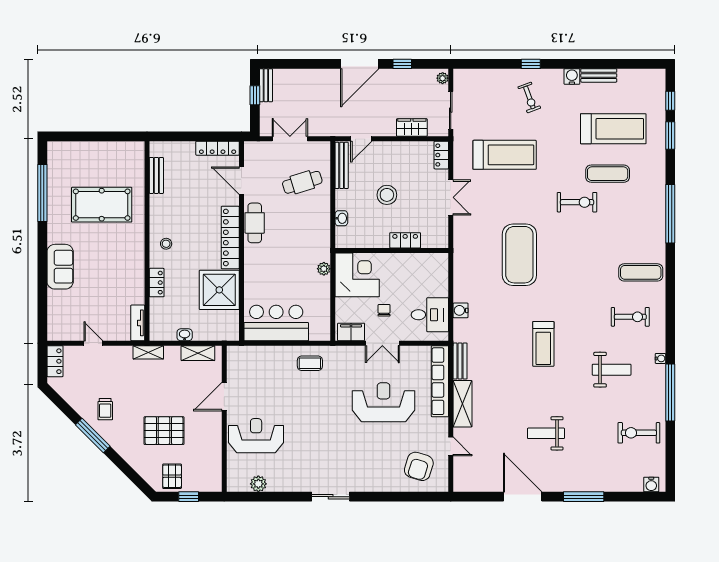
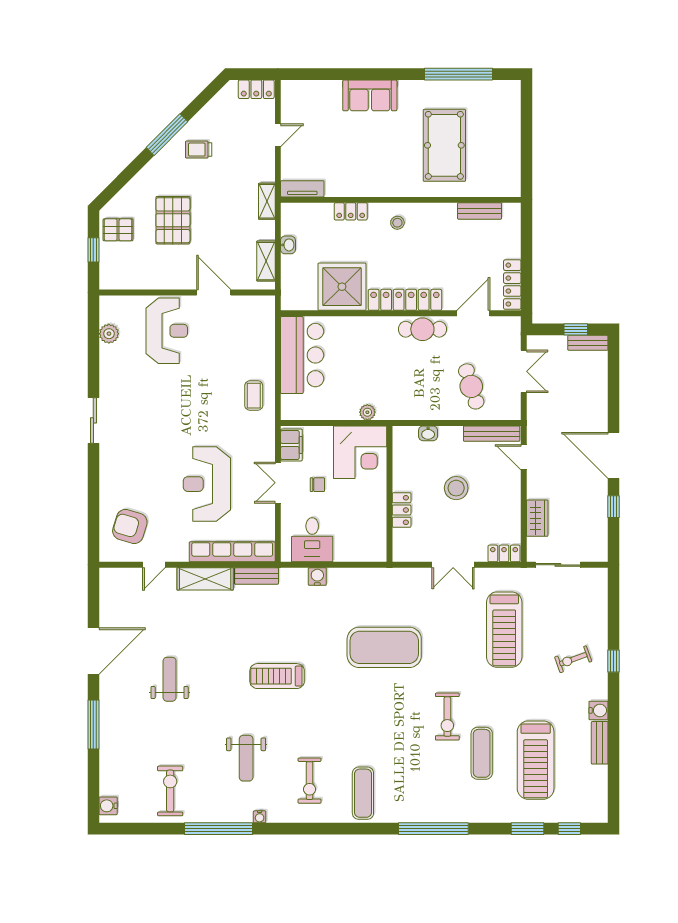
plant: (443, 78) -> (596, 555), removed
reception desk: (384, 402) -> (207, 484), turned 180

